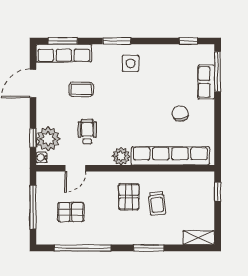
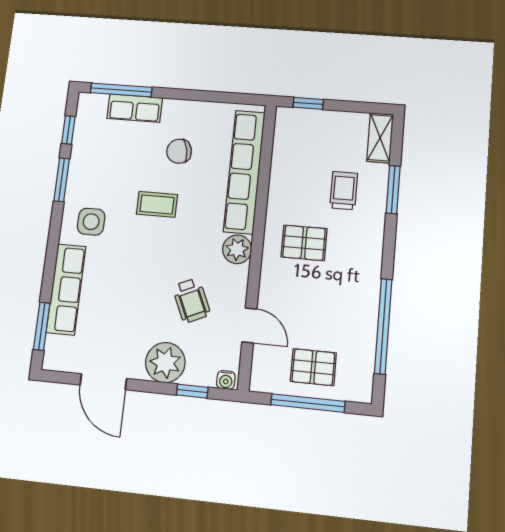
window: (117, 41) -> (62, 180), moved
row of seats: (64, 53) -> (66, 289), moved
coffee table: (81, 89) -> (157, 204), moved, turned 90
wheelchair: (87, 132) -> (191, 300), turned -114
plant: (48, 139) -> (165, 363), moved
trolley: (157, 203) -> (344, 191), moved, turned -84
pallet: (71, 212) -> (313, 367), moved, turned 90
window: (149, 248) -> (393, 190), moved

